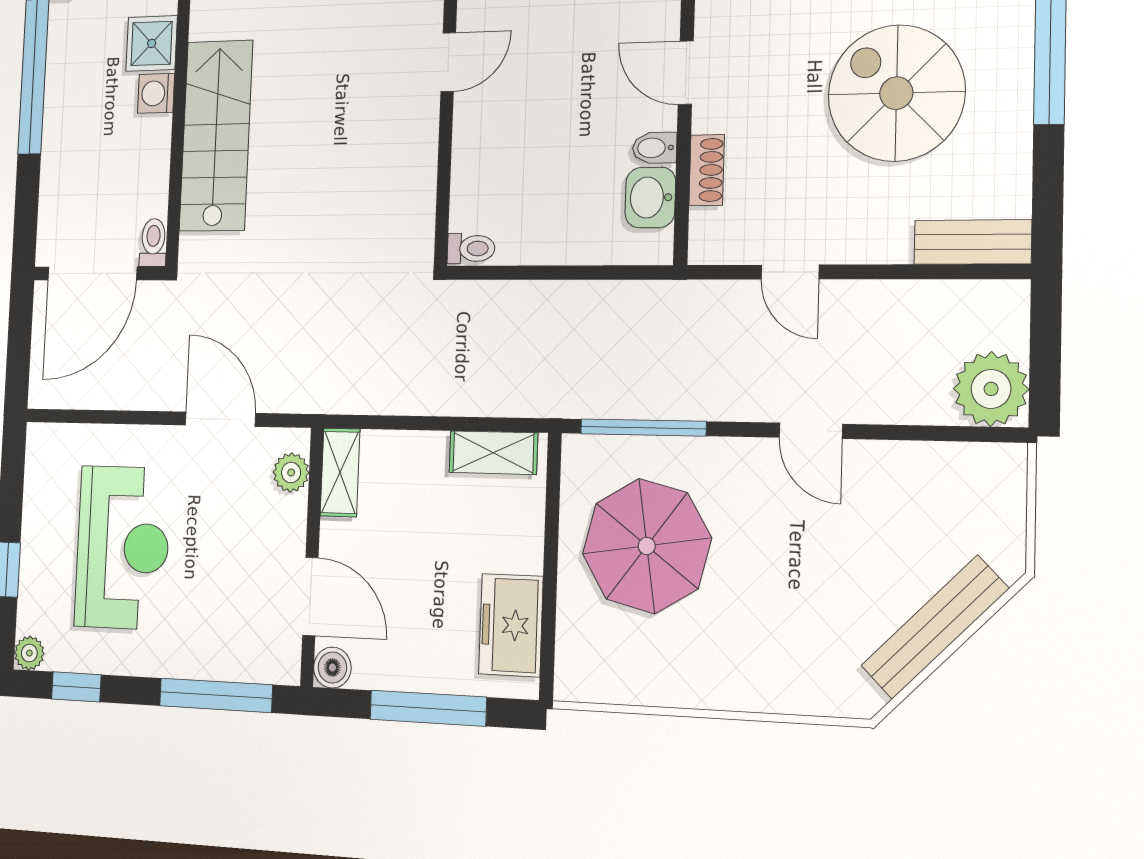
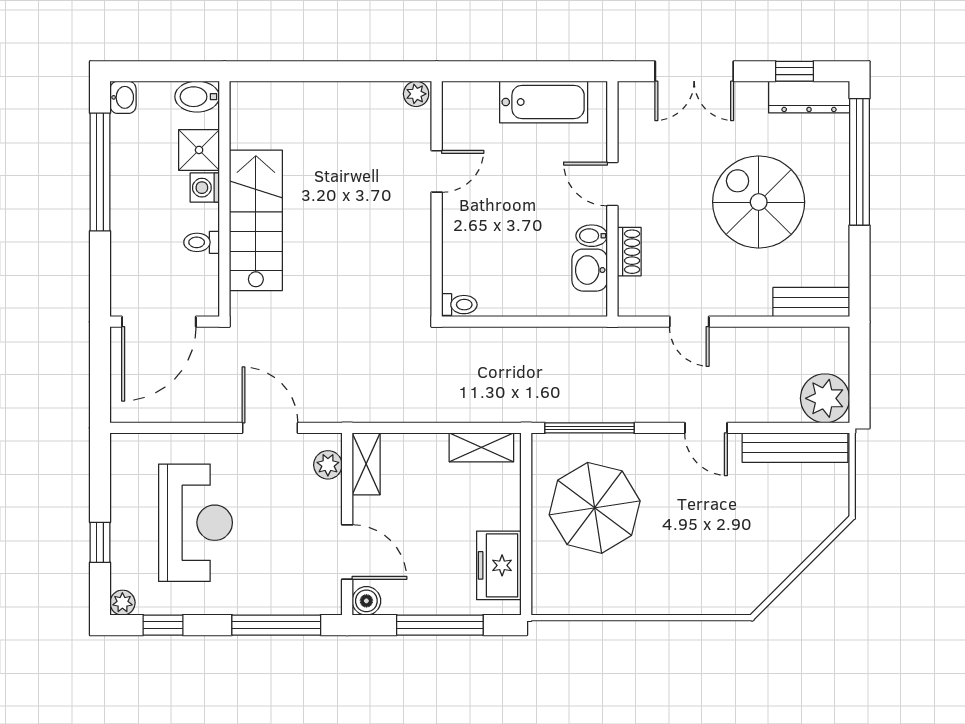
toilet: (153, 243) -> (202, 242), moved, turned -90
bench: (935, 627) -> (795, 448), moved, turned 45

